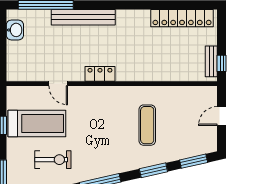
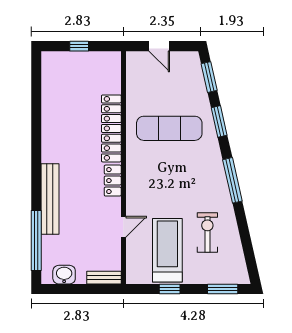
locker: (182, 18) -> (111, 128), moved, turned 180
bench: (211, 61) -> (104, 278), moved
window: (222, 63) -> (79, 46), moved
exercise mat: (147, 125) -> (169, 128), width x1.36, depth x1.45

